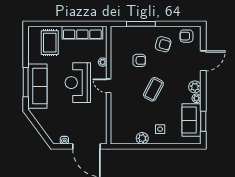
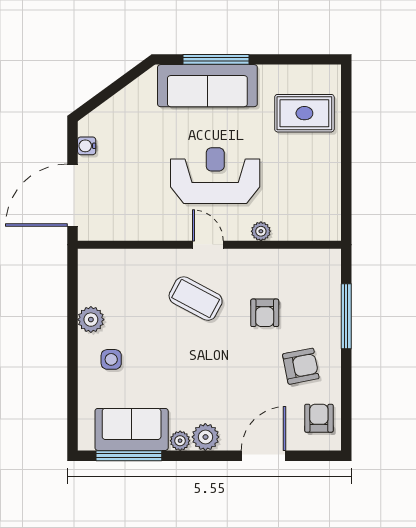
row of seats: (82, 33) -> (326, 186), removed
armchair: (163, 44) -> (301, 366), turned -116
door: (203, 61) -> (264, 456), swing flipped
door: (109, 86) -> (208, 245), hinge flipped
coffee table: (153, 89) -> (196, 299), moved
window: (203, 121) -> (129, 456), width x1.44

